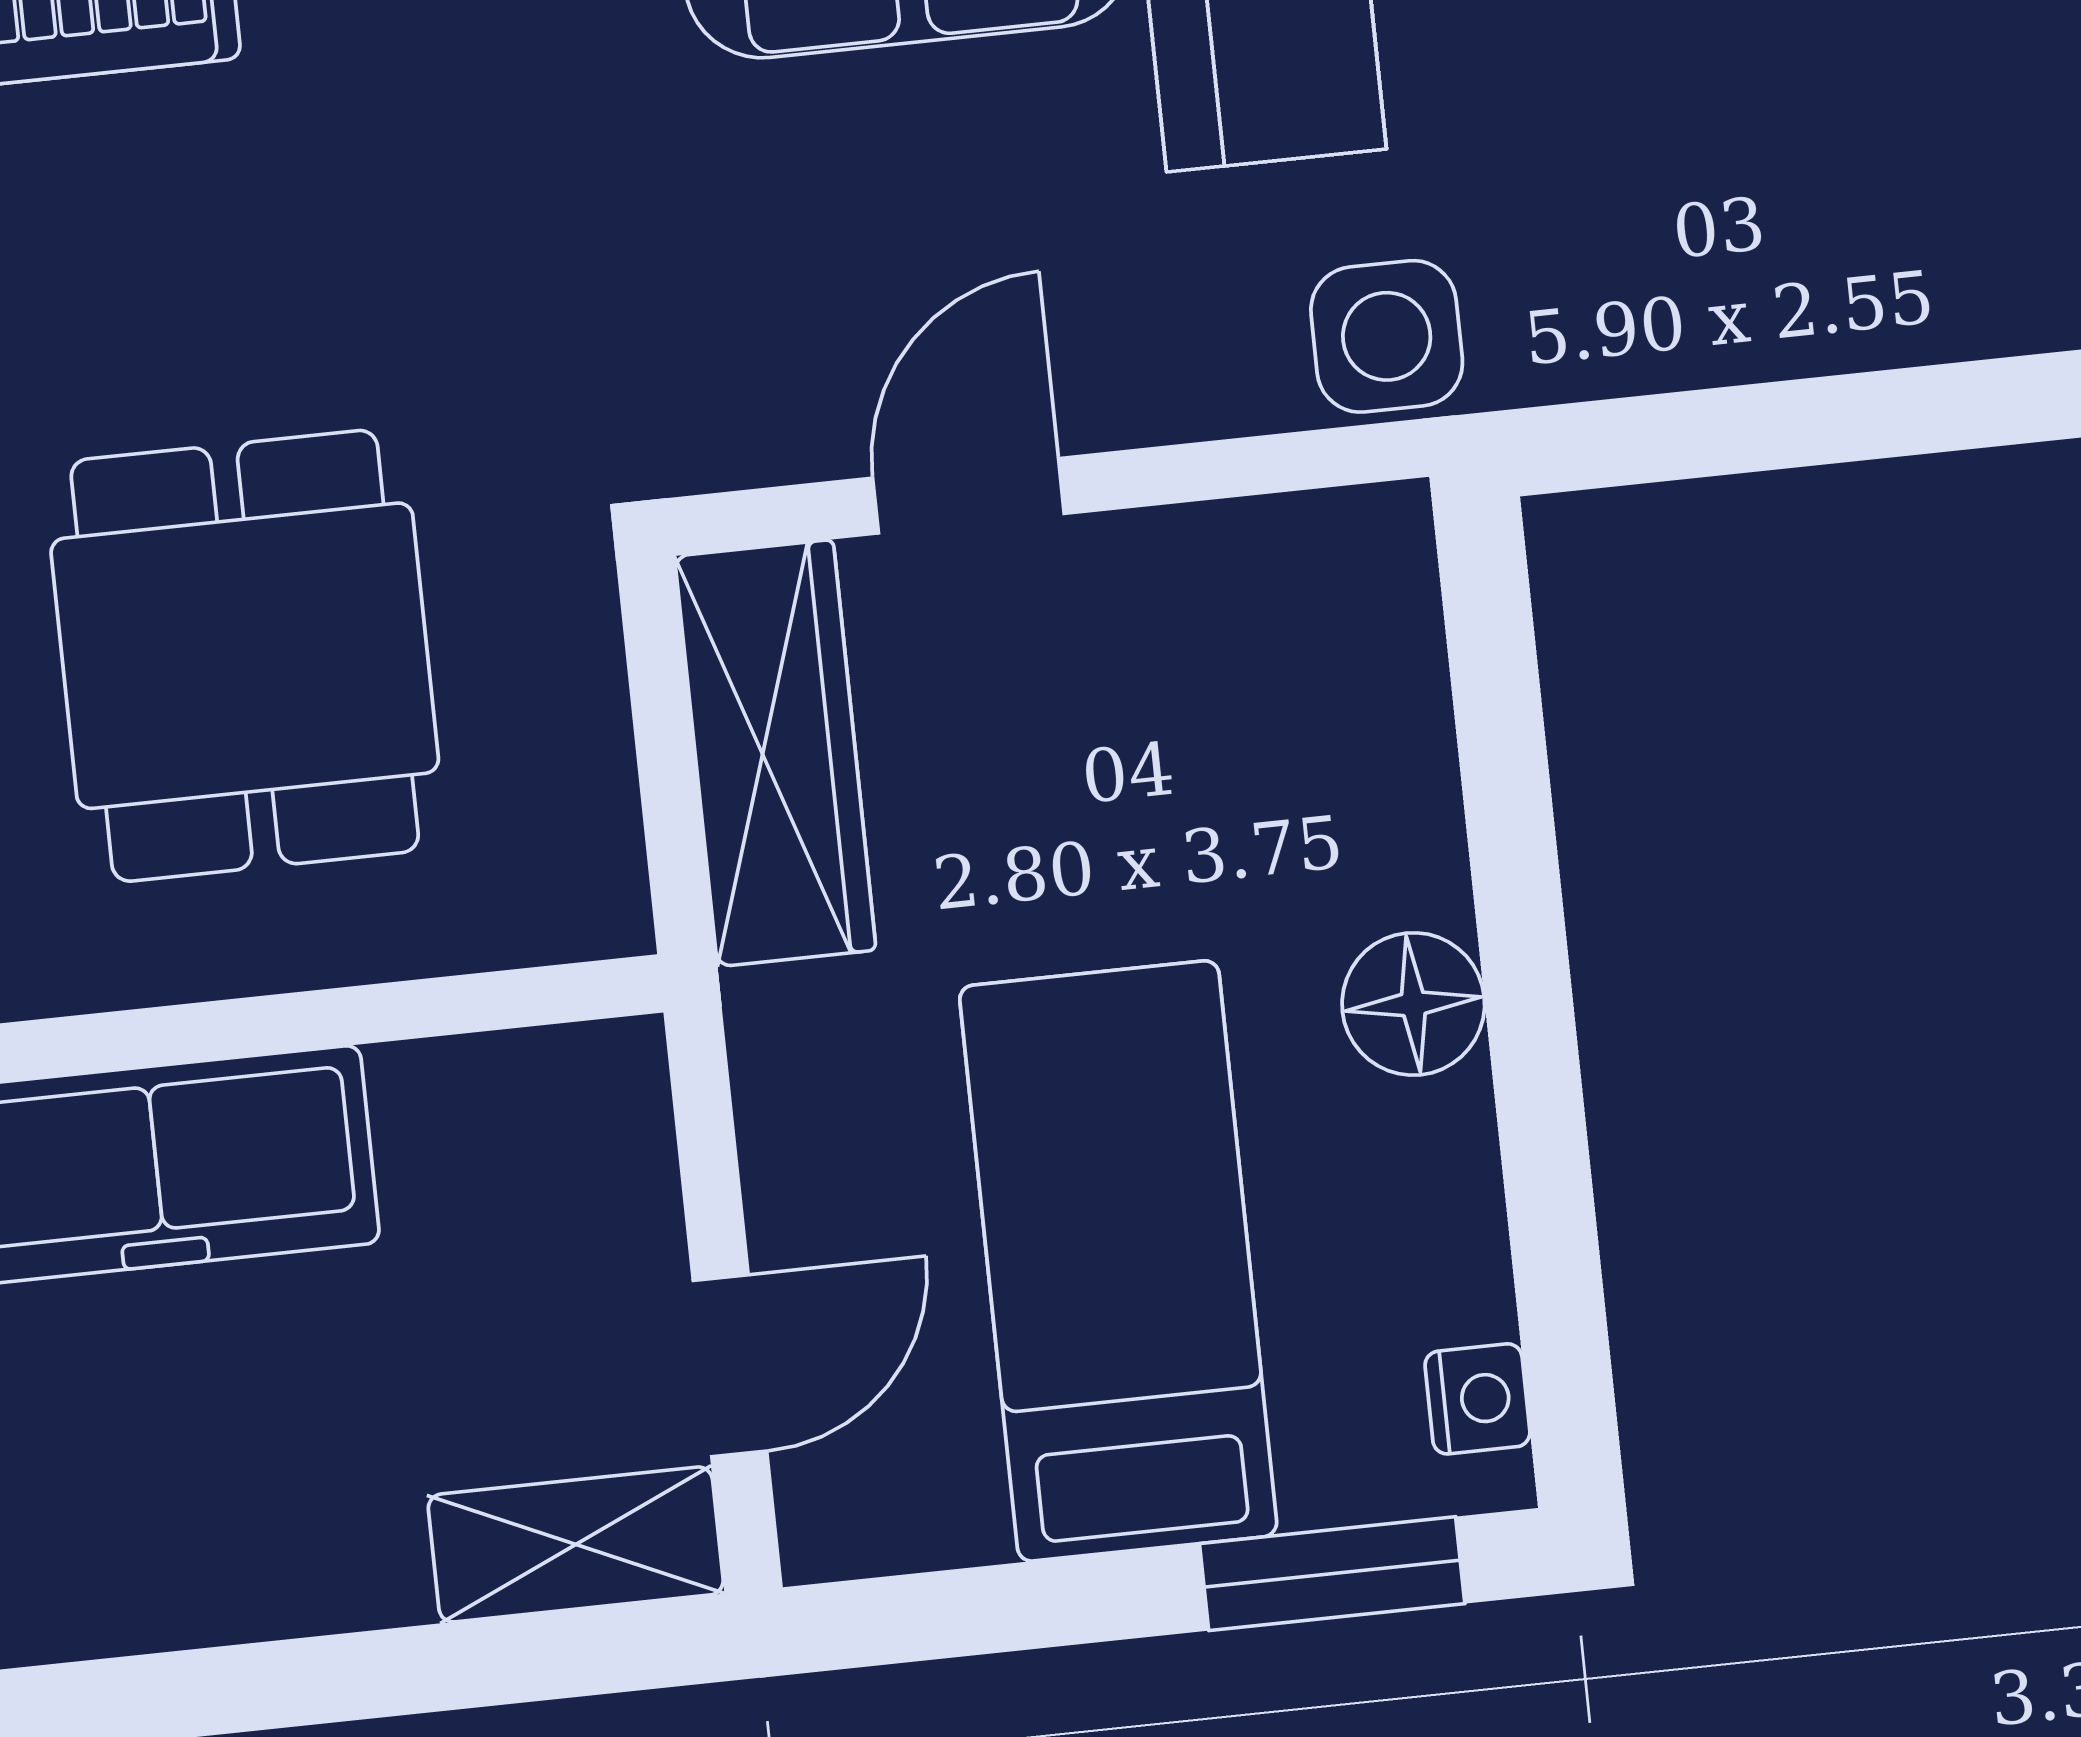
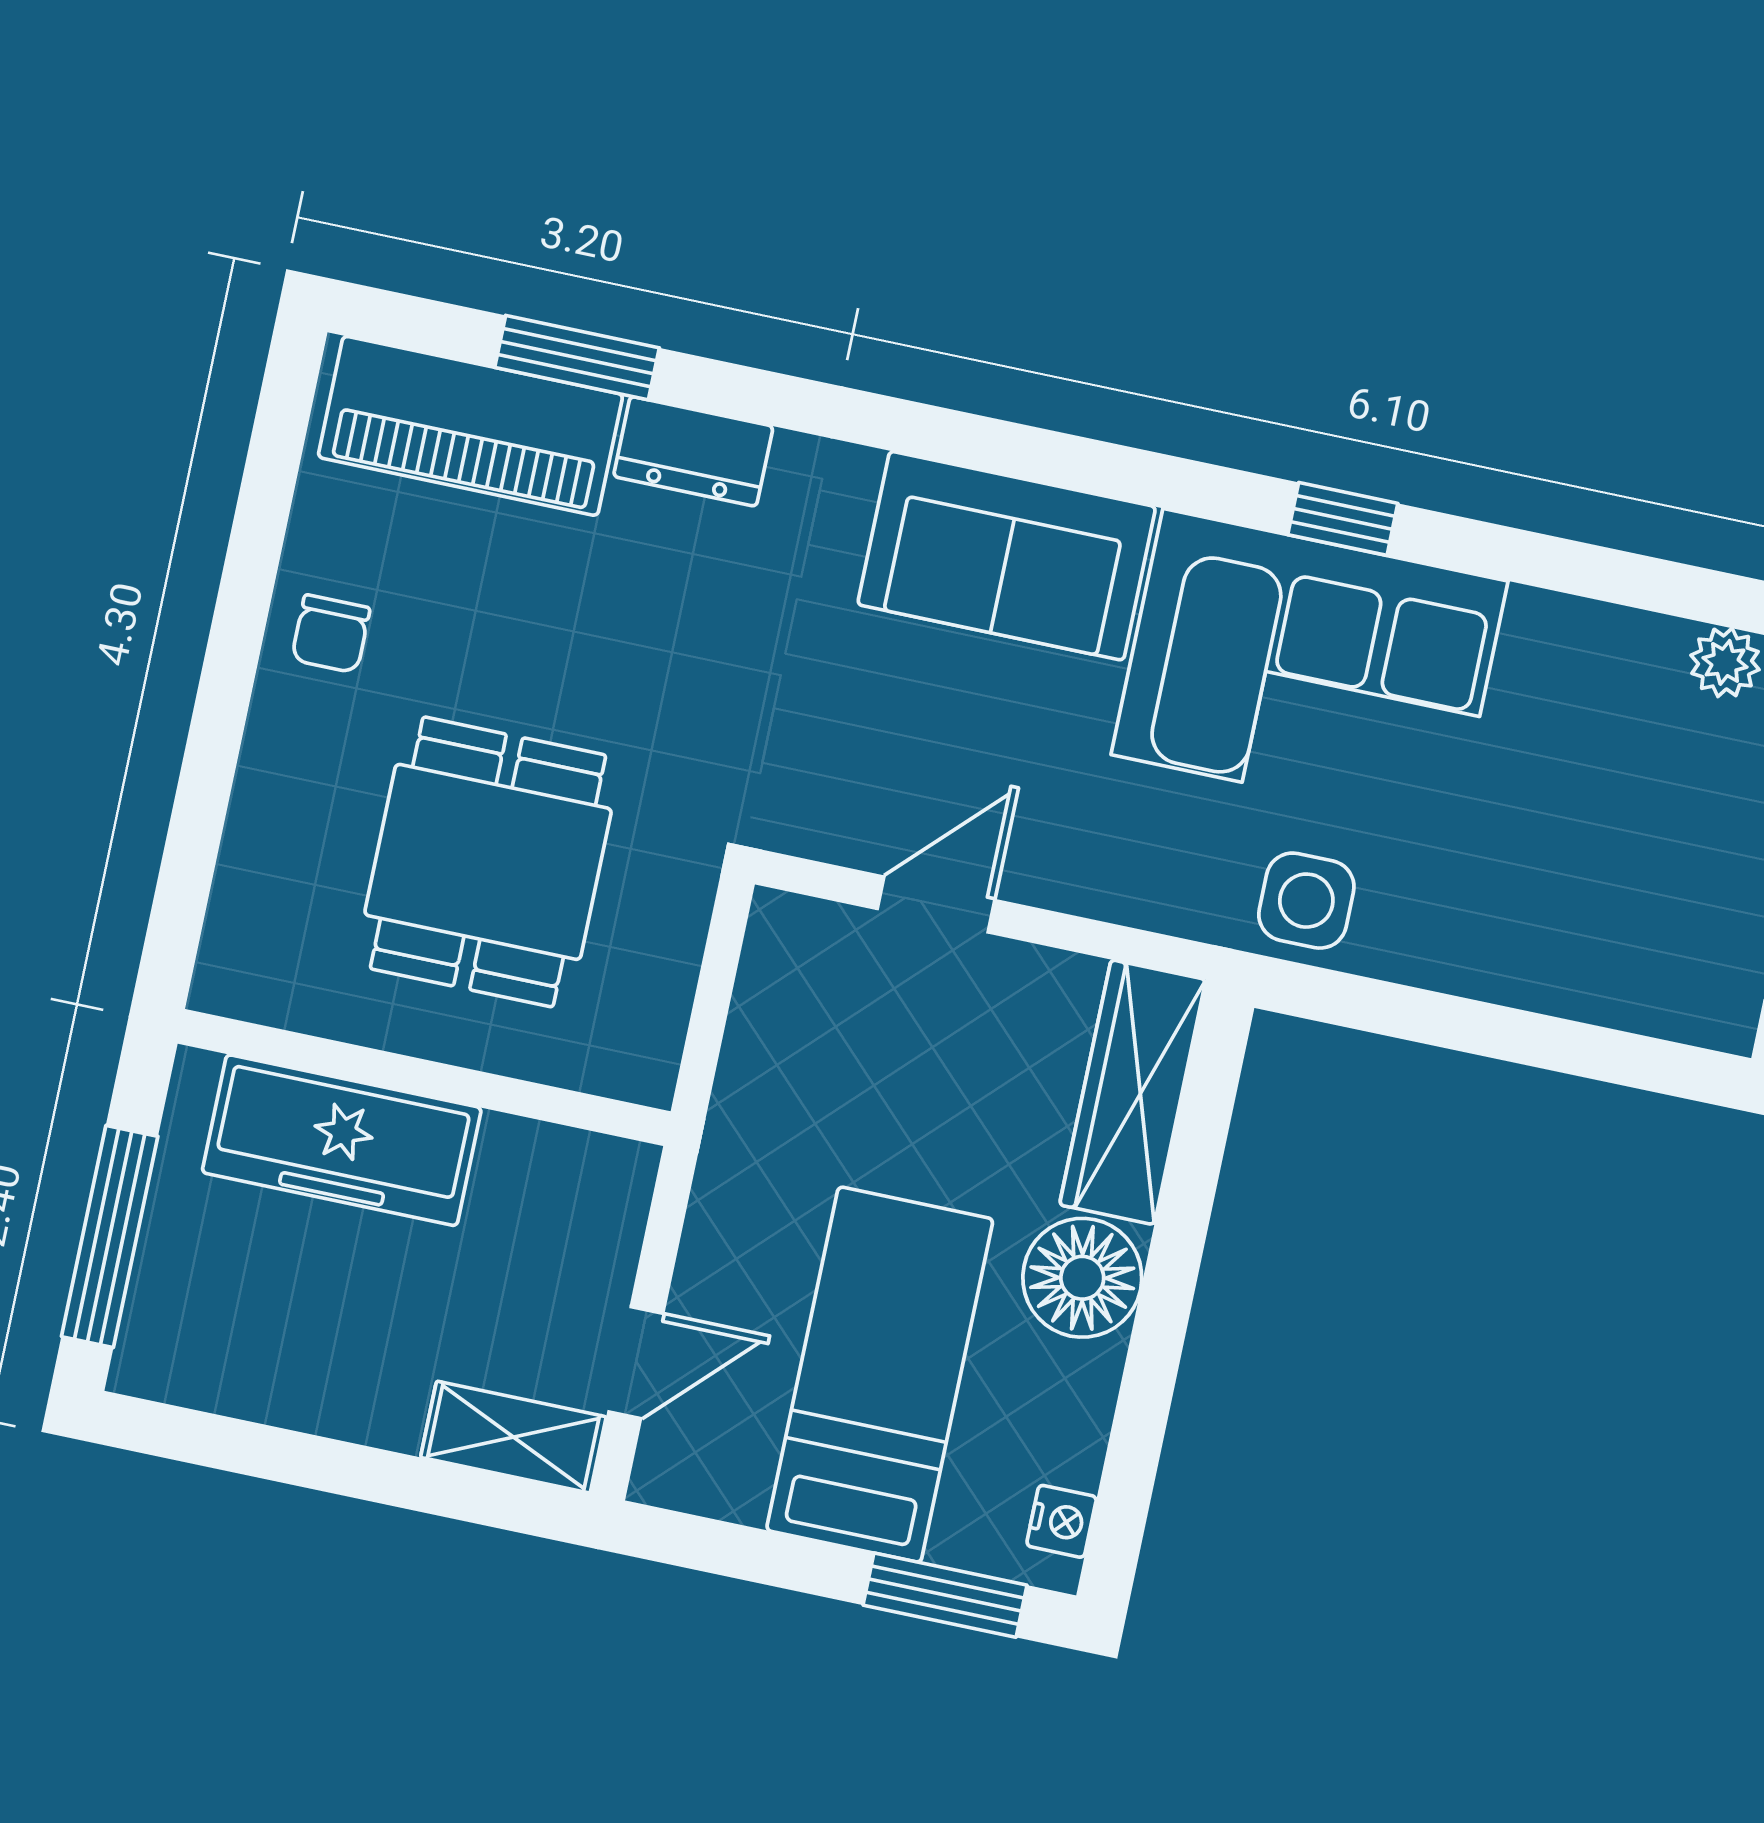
side table: (1387, 336) -> (1306, 901), moved
wardrobe: (775, 753) -> (1133, 1092), moved, turned 180
floor lamp: (1413, 1004) -> (1082, 1278), width x1.38, depth x1.38

